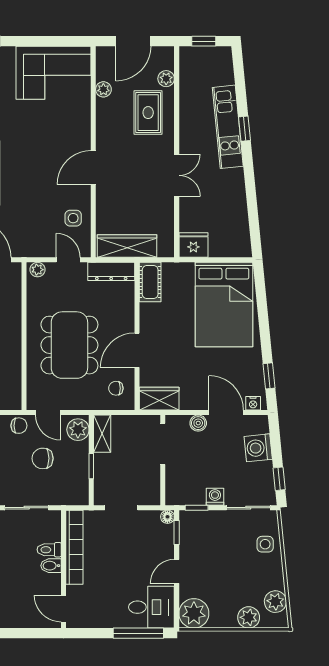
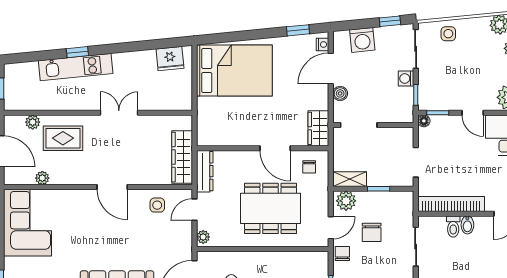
fridge: (193, 245) -> (170, 59), moved, turned -96
cot: (150, 282) -> (214, 136), removed

